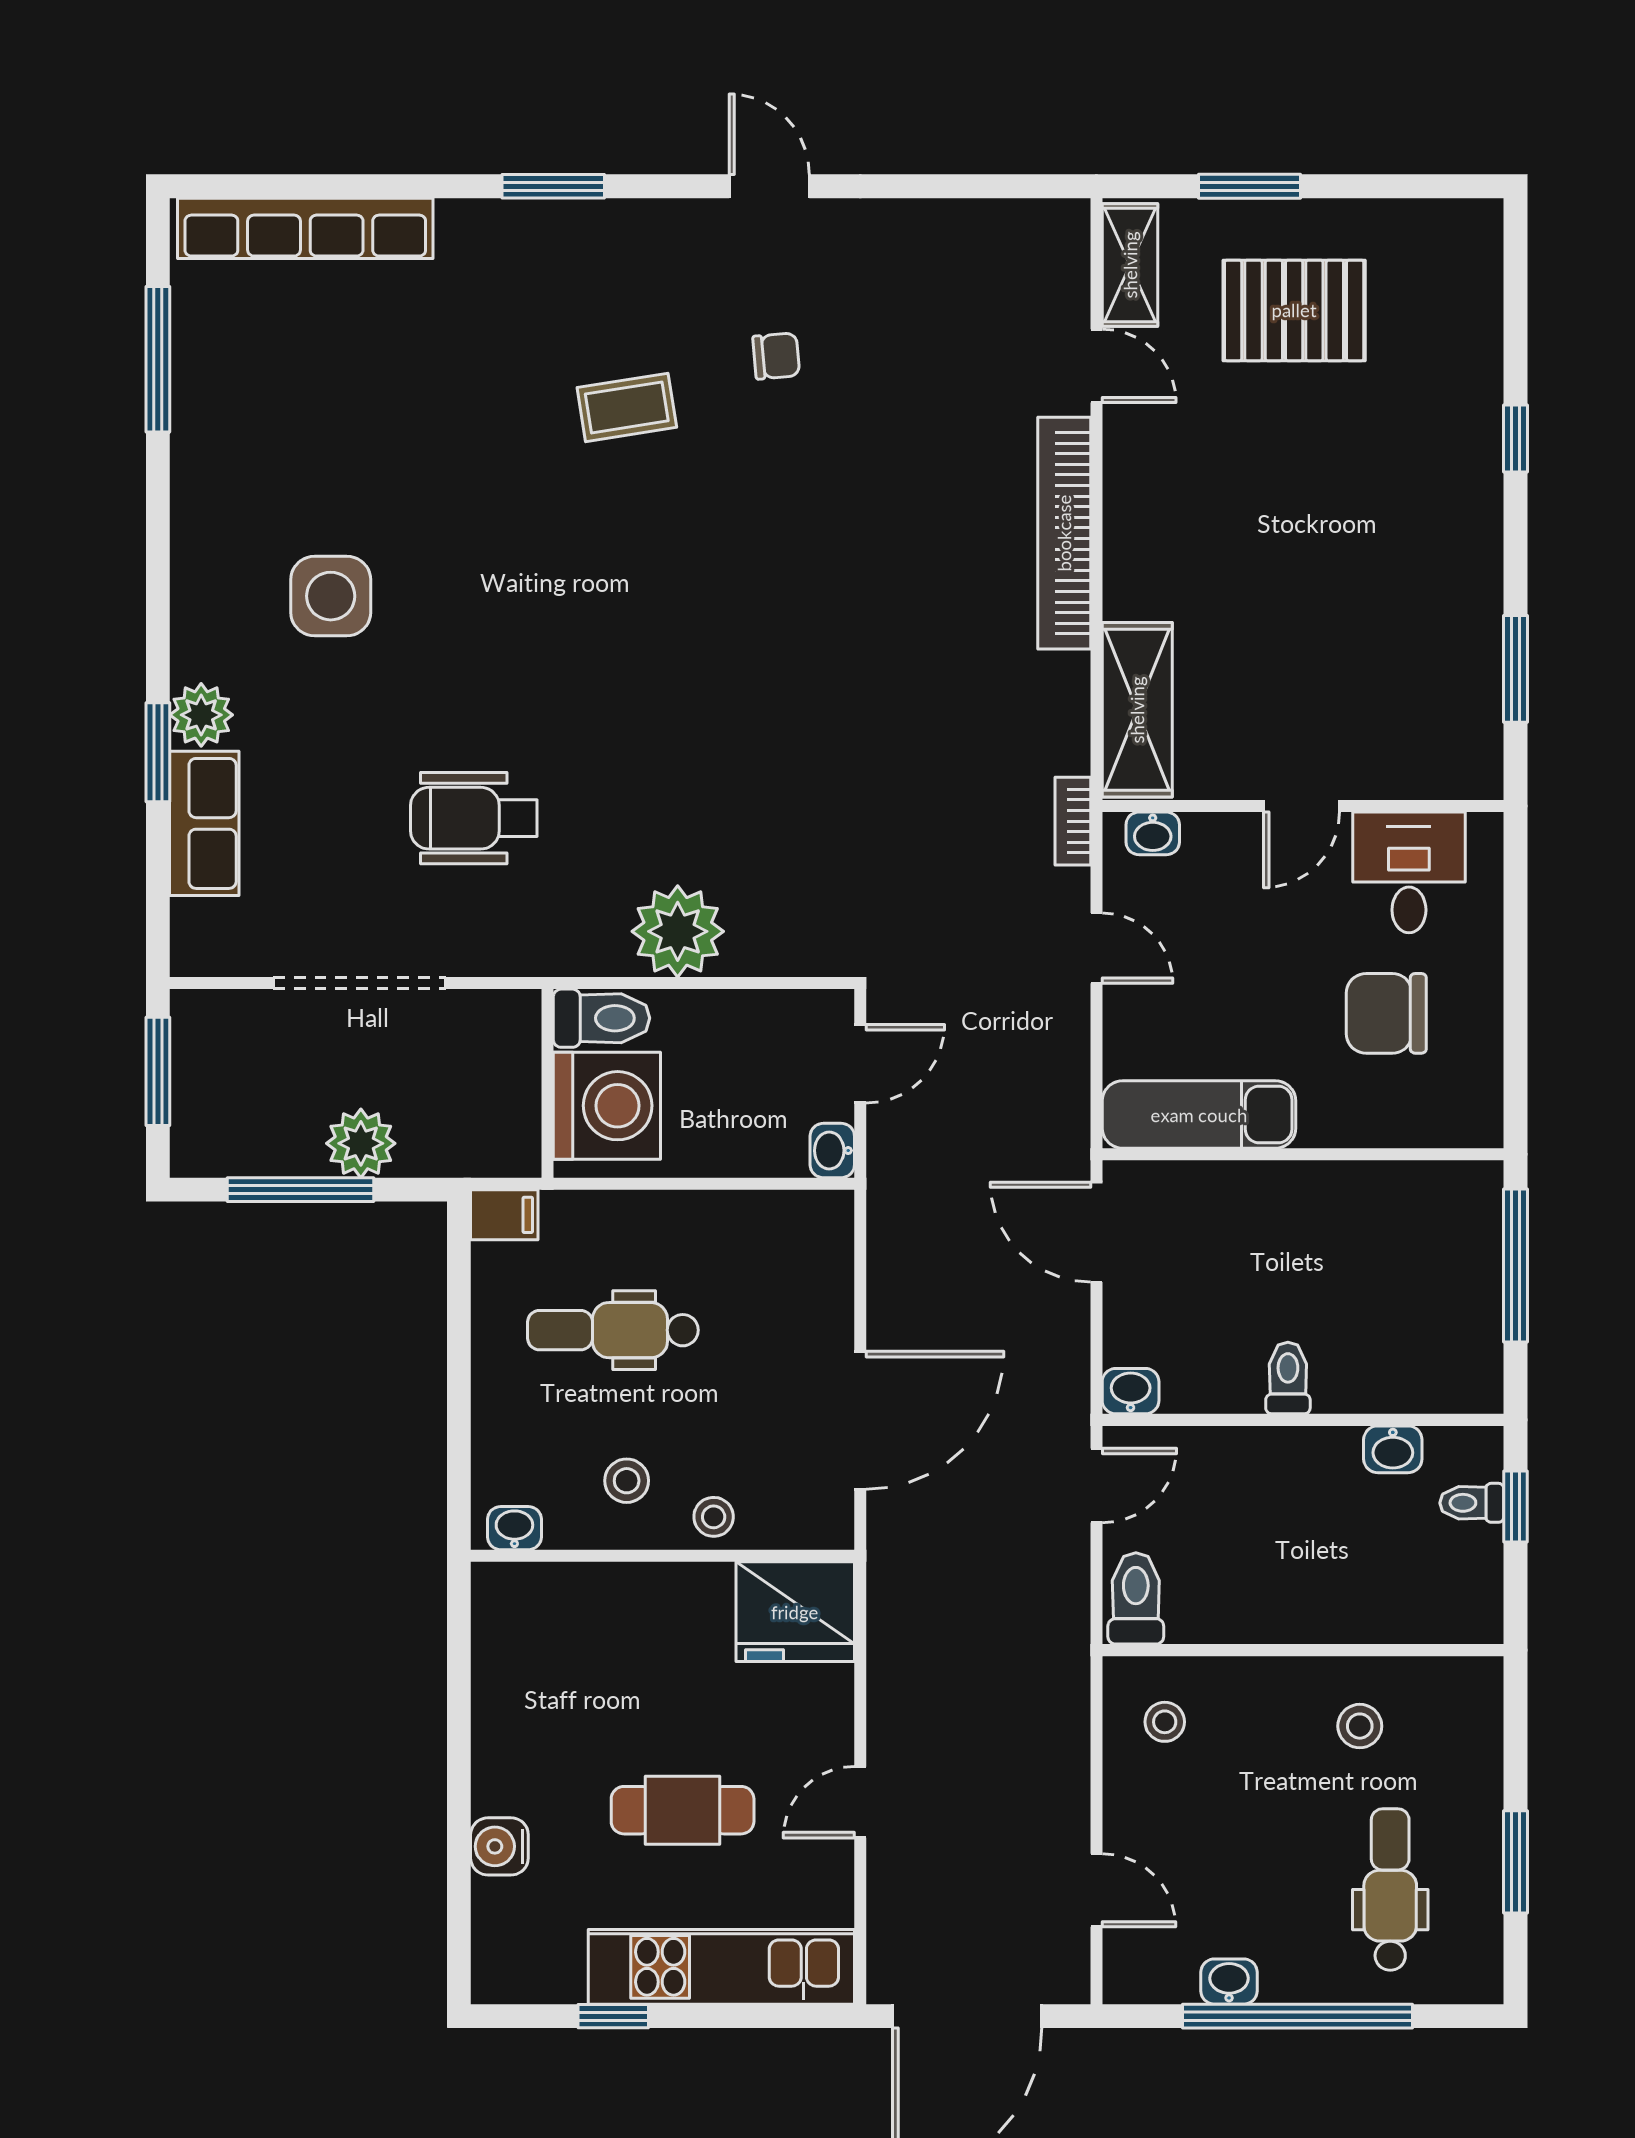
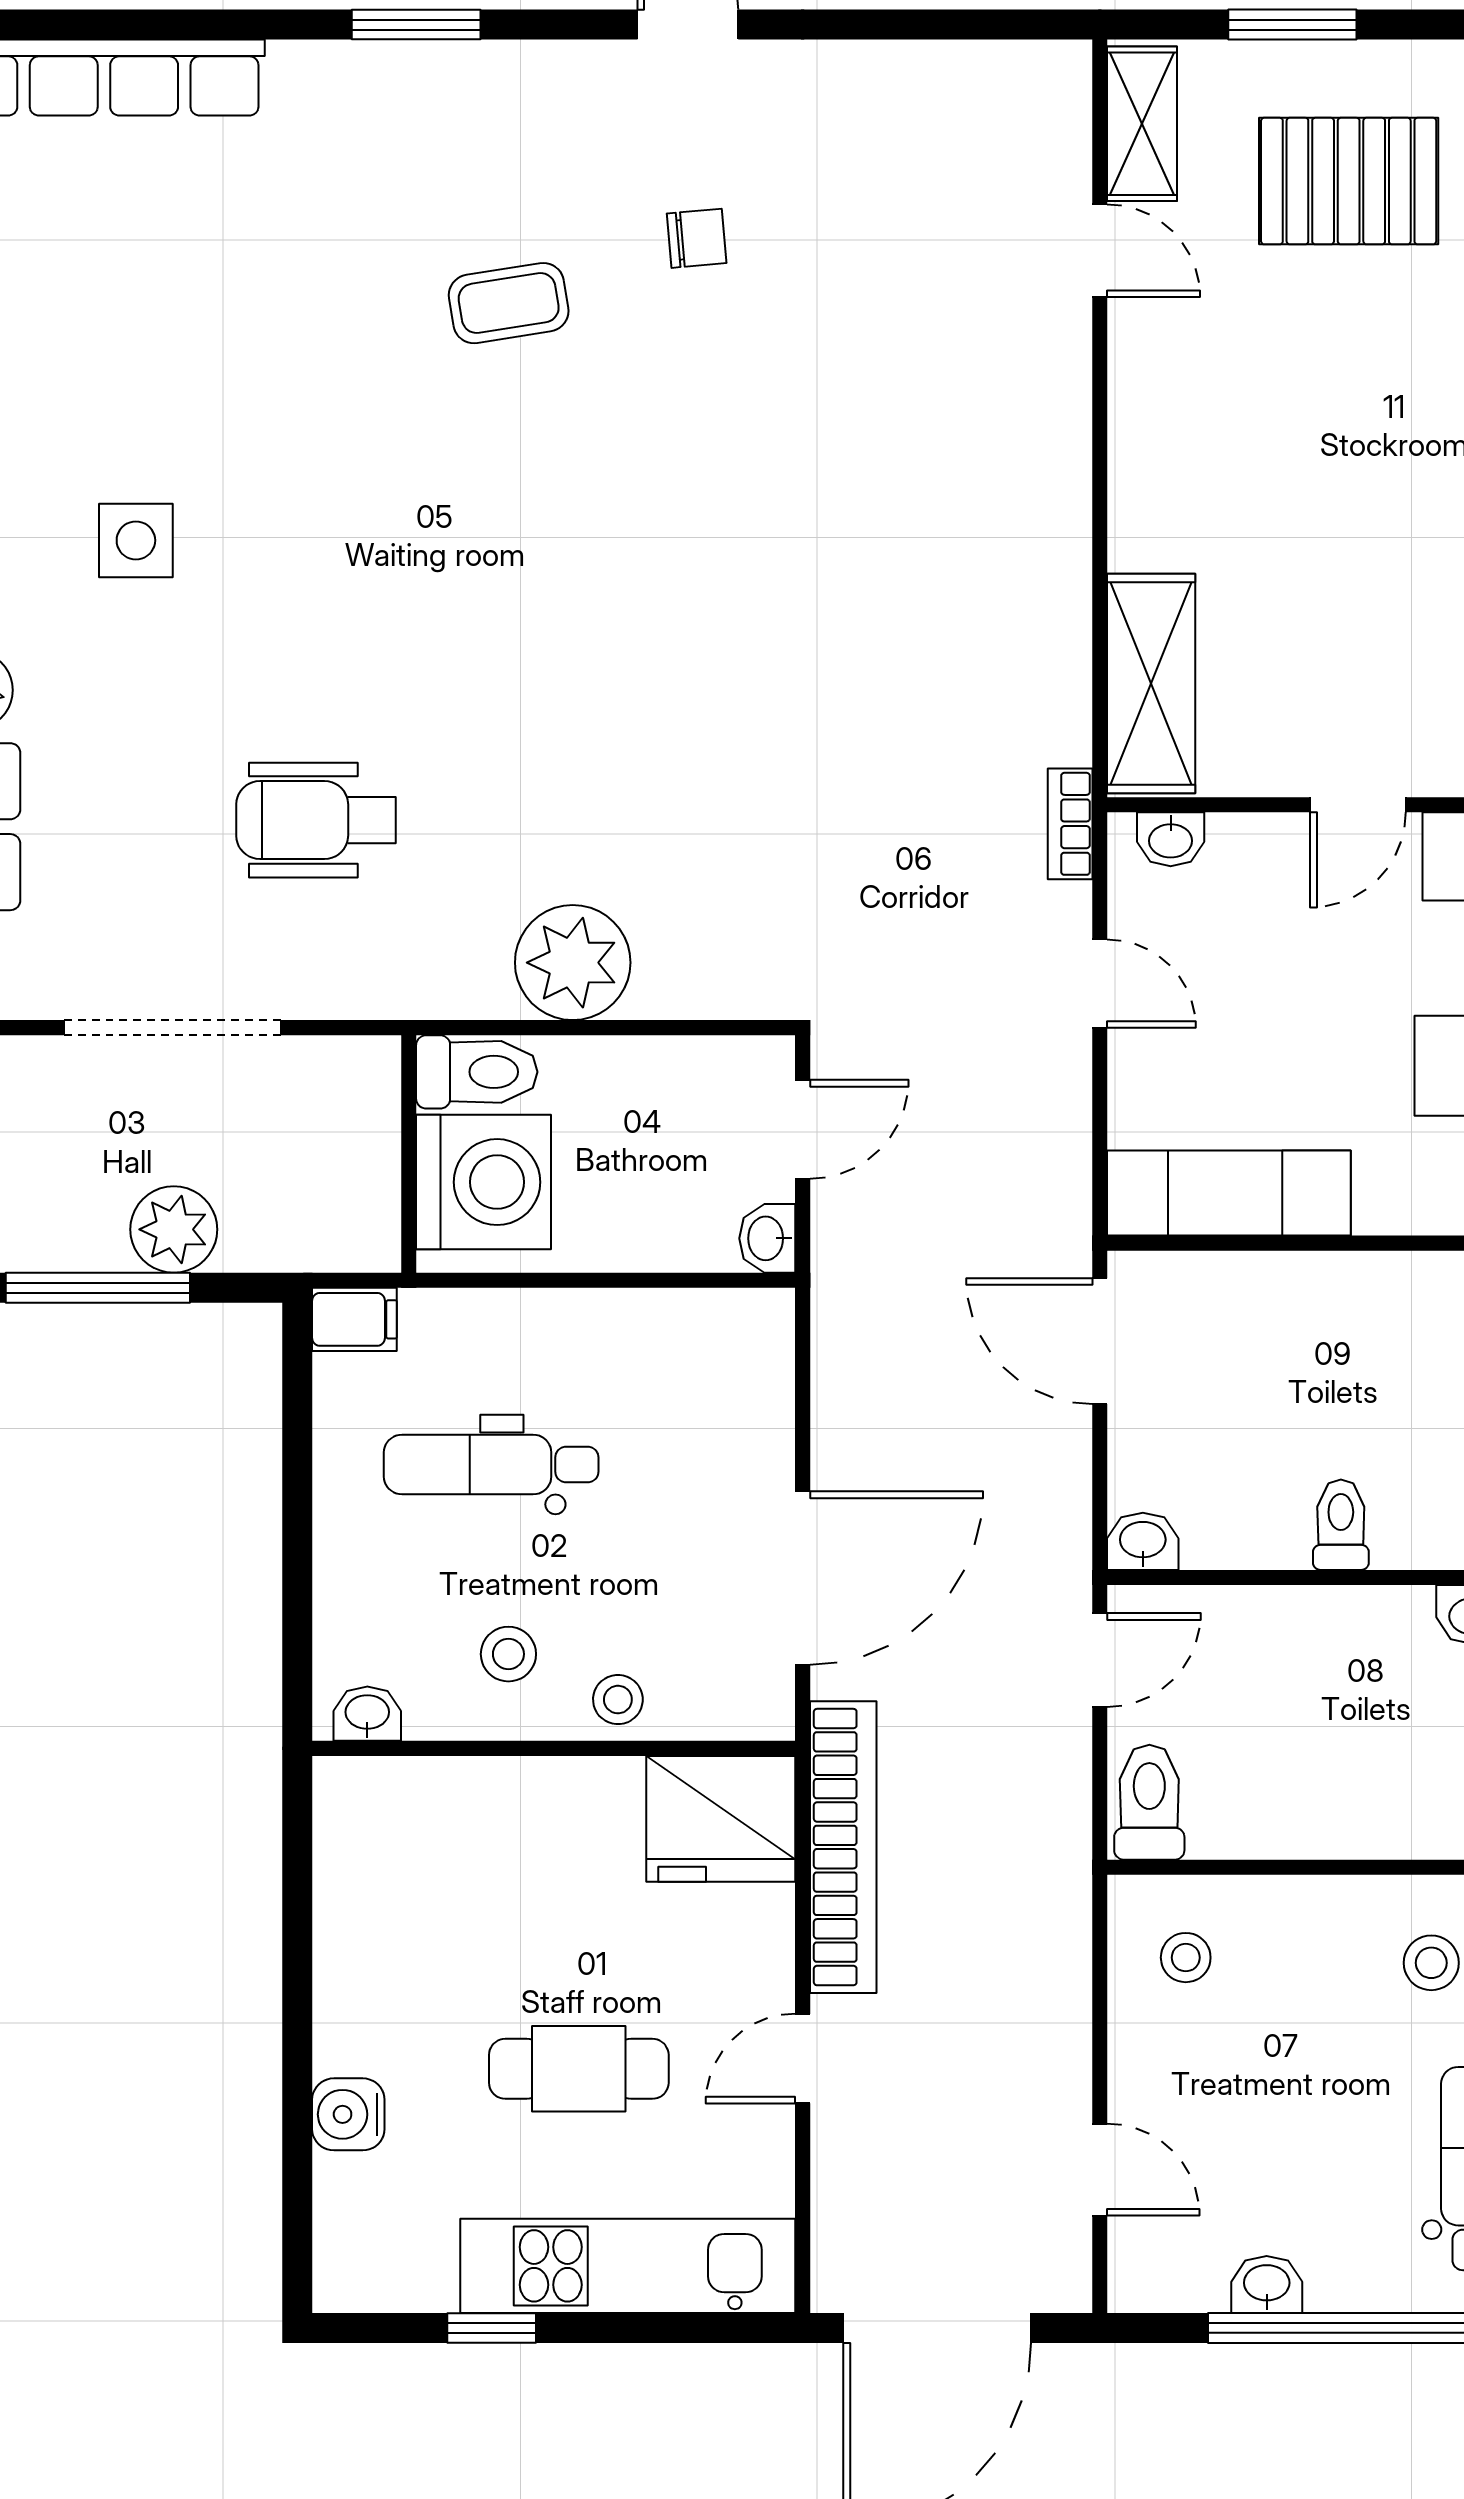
bookcase: (1064, 533) -> (843, 1847), moved, turned 180
side table: (331, 596) -> (136, 540), width x0.73, depth x0.73

